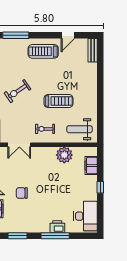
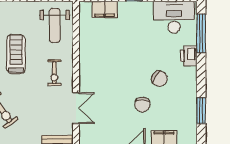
plant: (64, 155) -> (90, 46), removed
chair: (41, 205) -> (159, 79), added
window: (55, 236) -> (201, 33), moved

